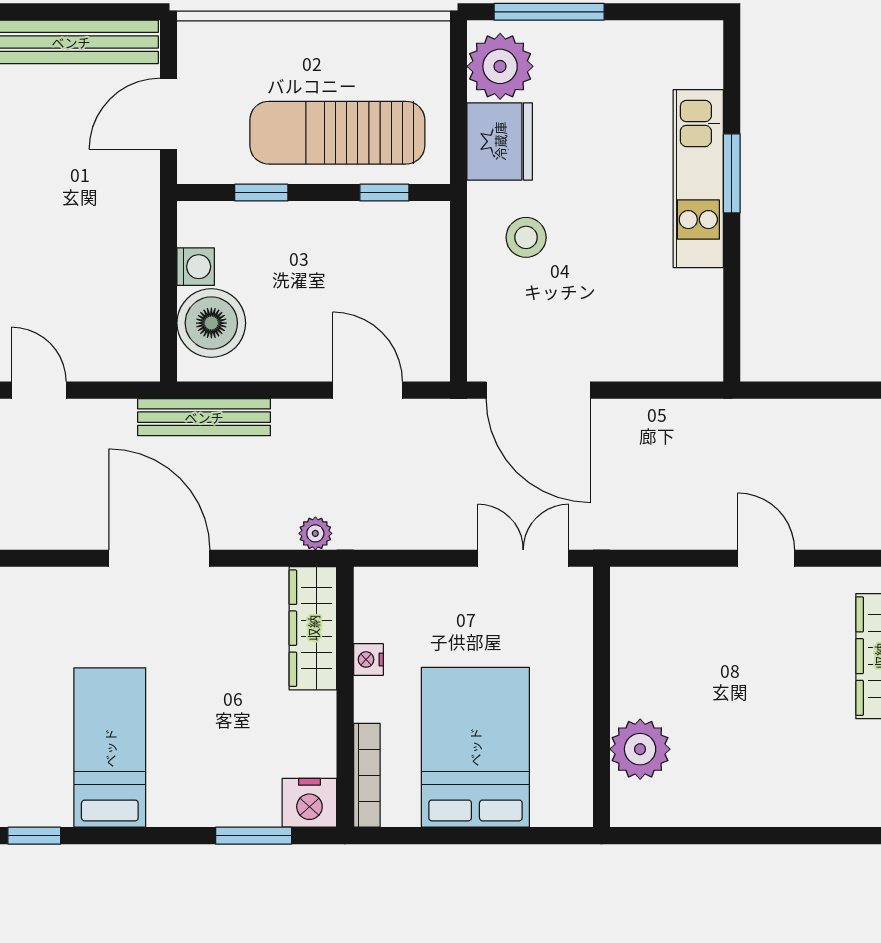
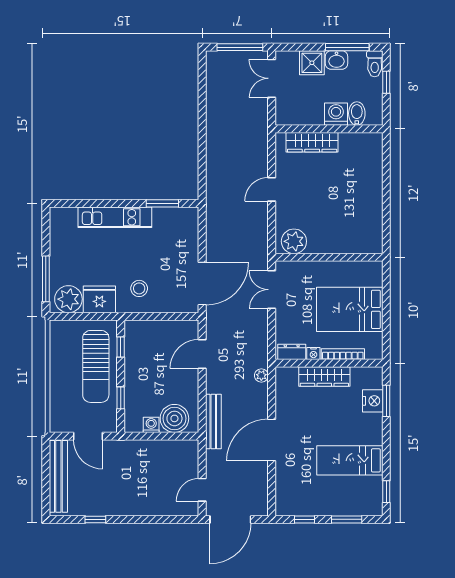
window: (732, 173) -> (162, 203), moved
dresser: (372, 607) -> (292, 352), added
wardrobe: (313, 628) -> (324, 377), moved
plant: (640, 749) -> (294, 241), moved
bookcase: (367, 775) -> (343, 354), moved
nightstand: (309, 803) -> (373, 401), moved

